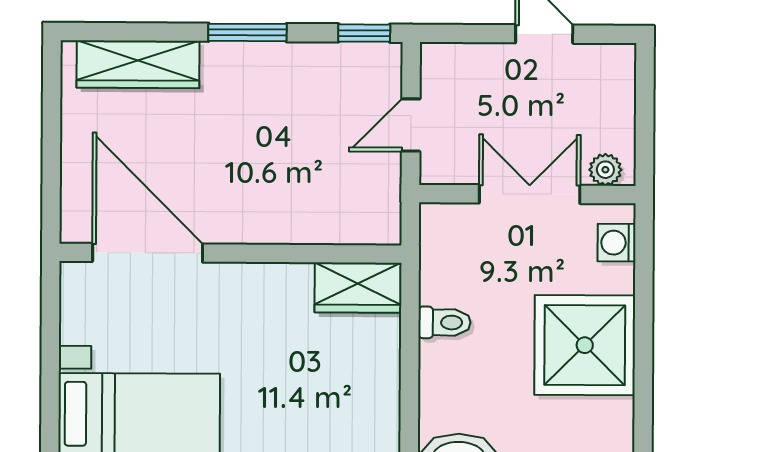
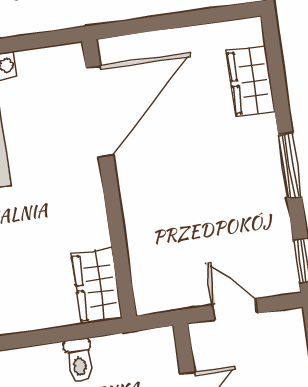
wardrobe: (138, 64) -> (251, 81), width x0.67

